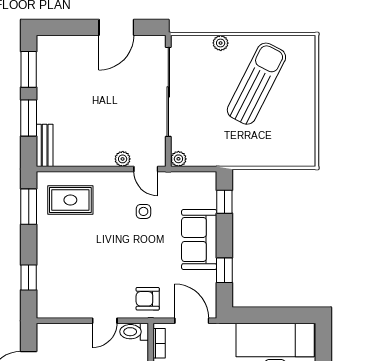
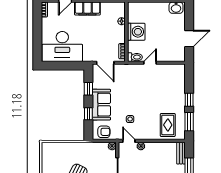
rug: (70, 200) -> (168, 125), turned 90
window: (224, 202) -> (88, 114), moved
window: (29, 277) -> (189, 100), moved
armchair: (148, 299) -> (104, 132), moved

